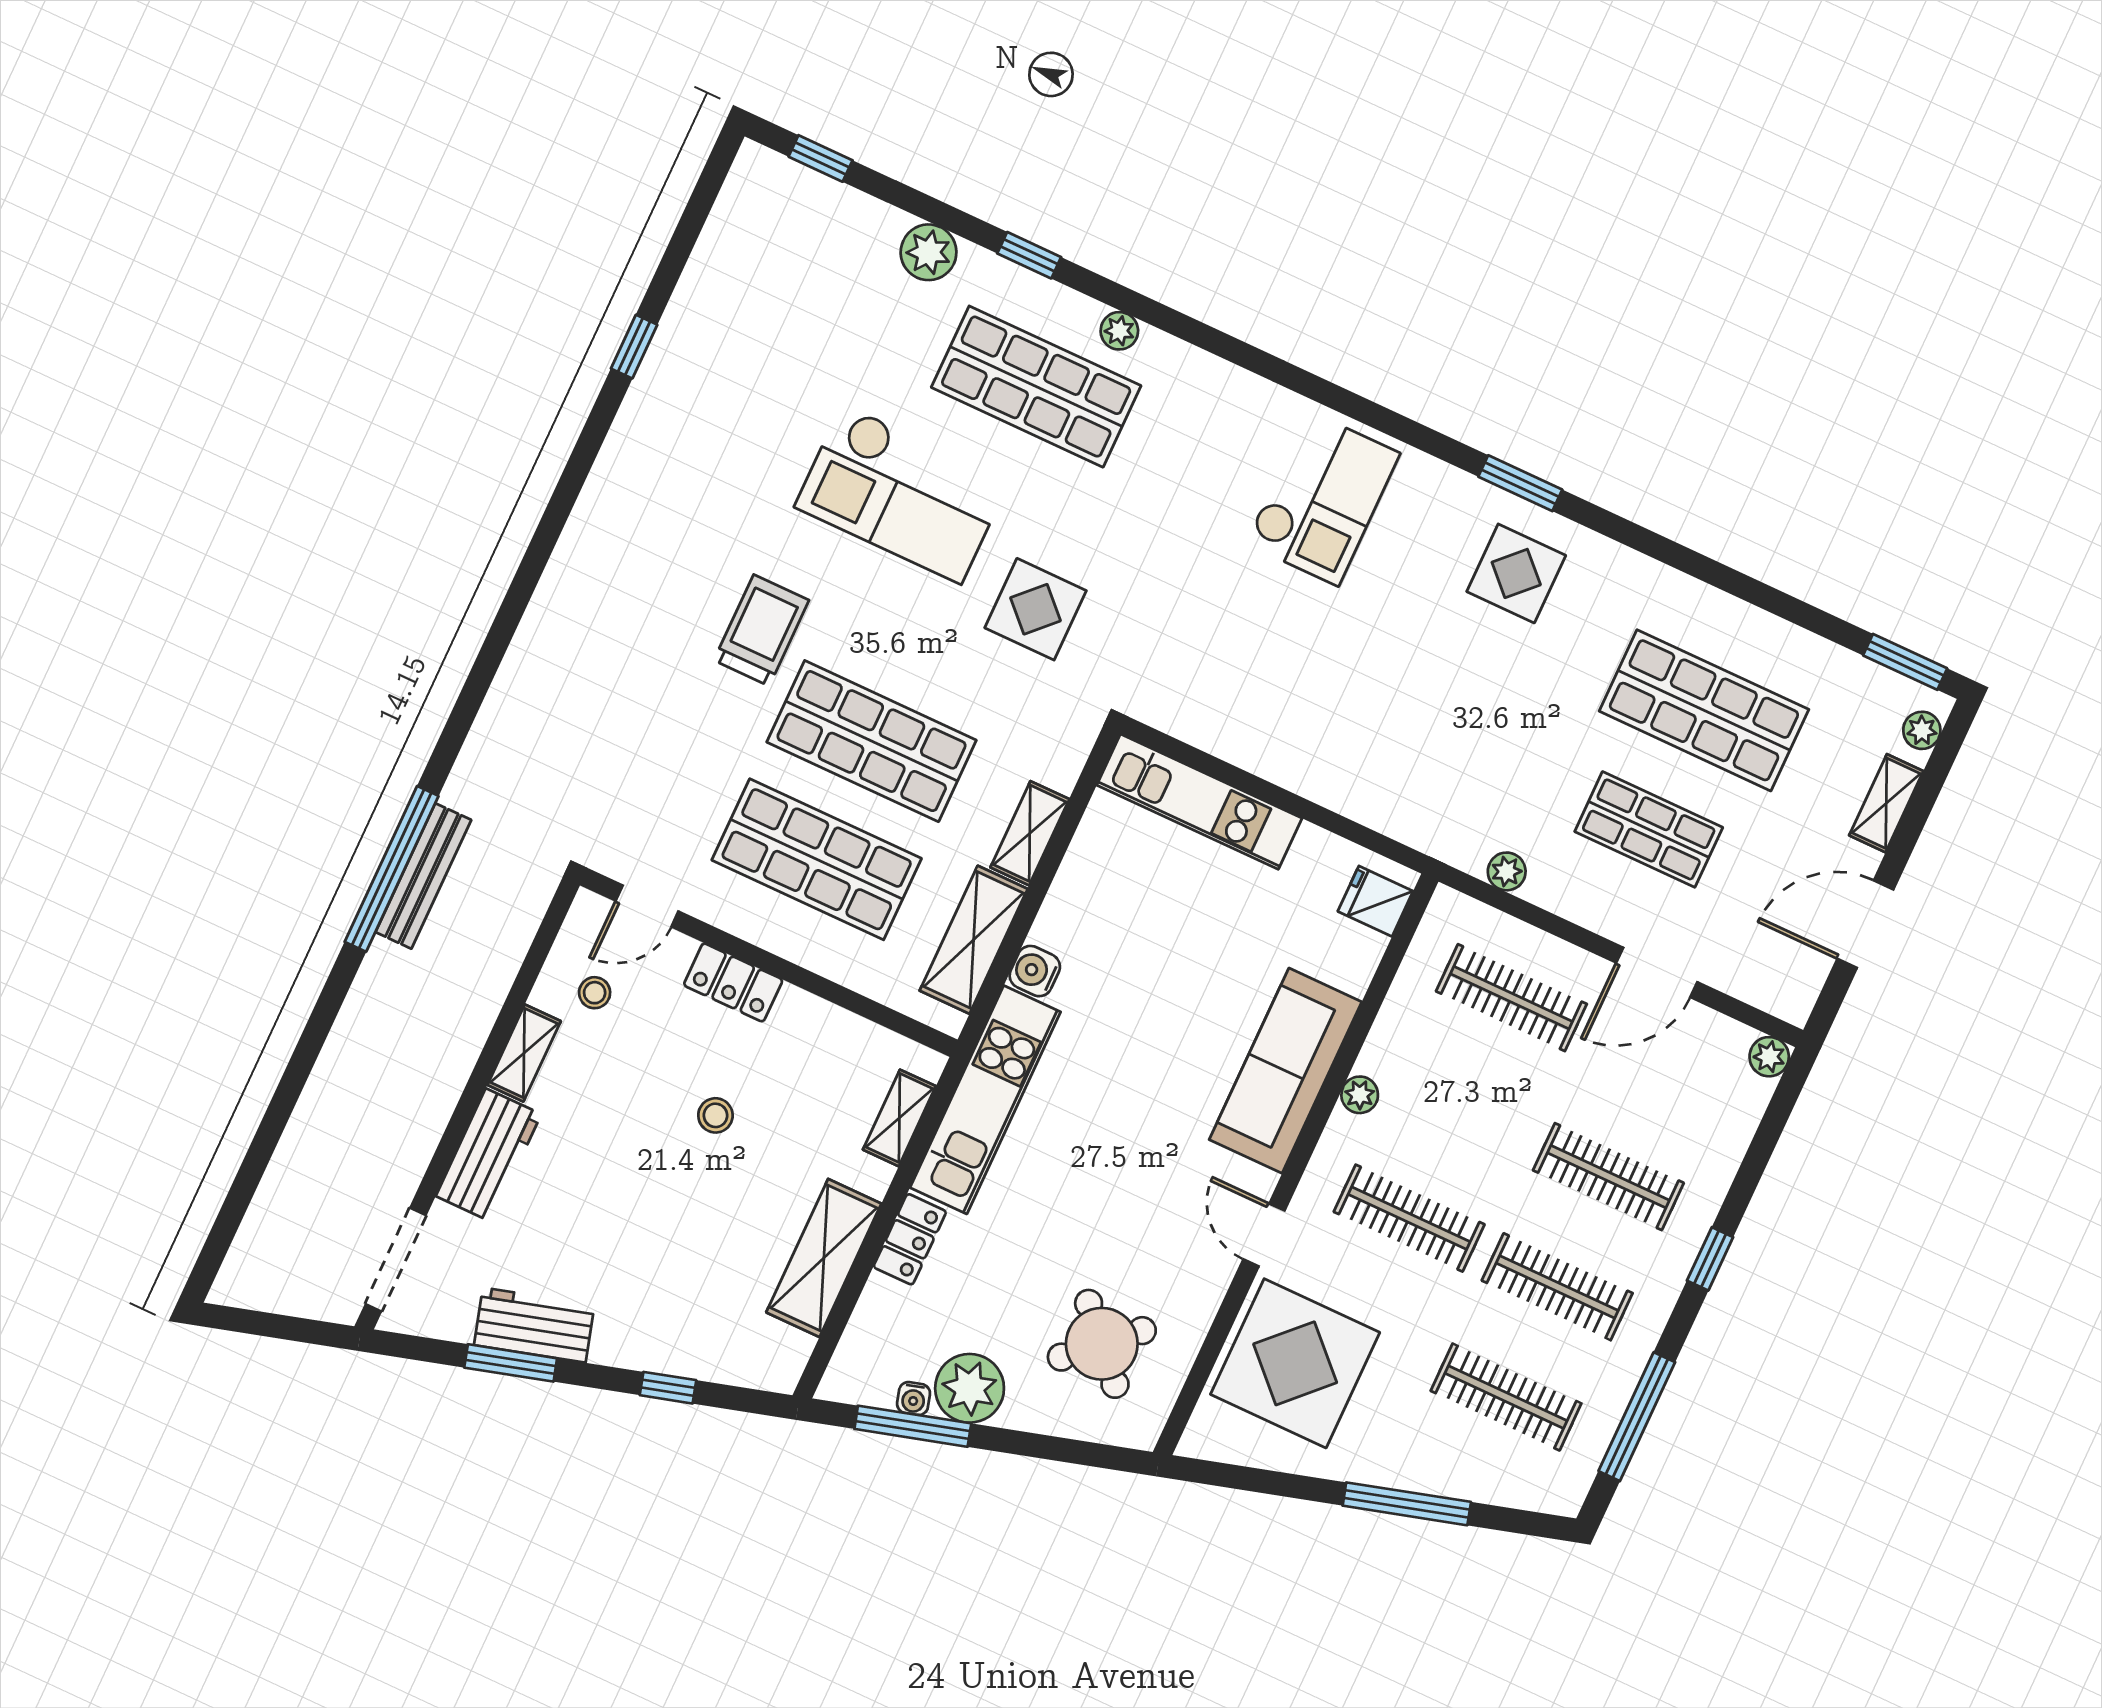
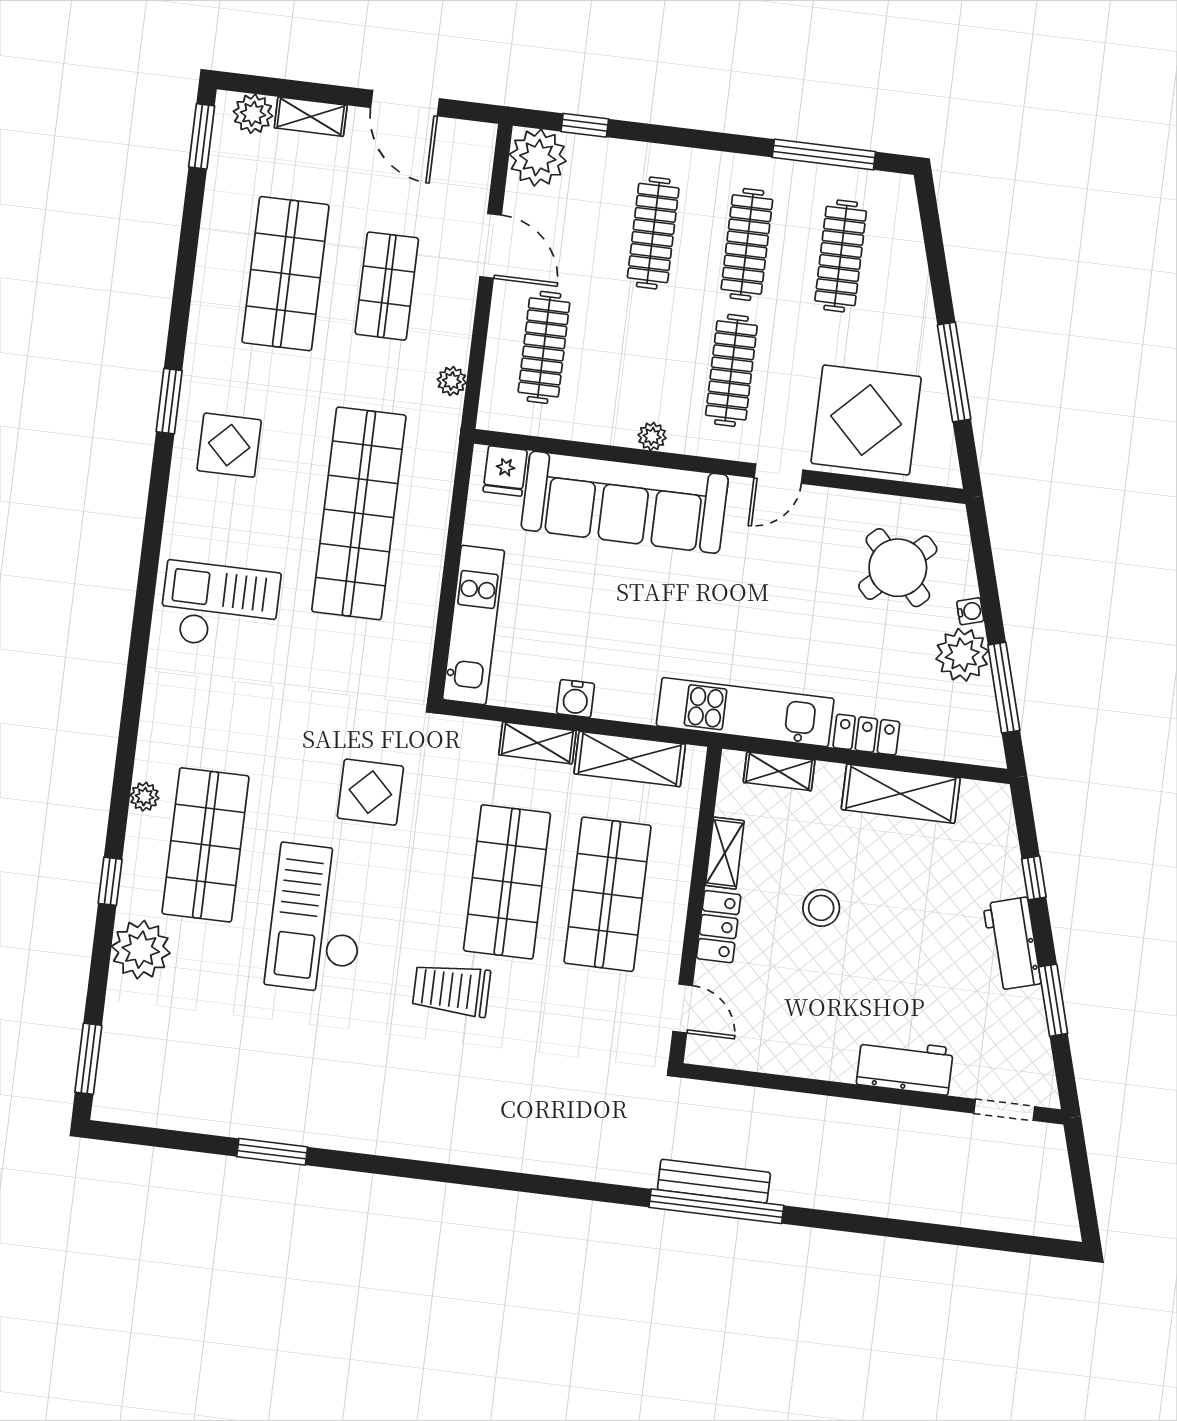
window: (821, 158) -> (88, 1059), width x1.50
plant: (929, 252) -> (141, 950), width x1.36, depth x1.36
window: (634, 347) -> (272, 1152), width x1.50
window: (1520, 483) -> (169, 401), moved
checkout: (902, 494) -> (317, 919), turned 180
shop shelf: (1381, 705) -> (359, 513), added
plant: (1922, 730) -> (253, 114), width x1.38, depth x1.38
water cooler: (1035, 971) -> (576, 699), moved
stool: (595, 993) -> (759, 1027), removed
shelving: (524, 1053) -> (725, 853), moved, turned 90
plant: (1769, 1057) -> (538, 158), width x1.88, depth x1.88
sofa: (1285, 1071) -> (625, 502), width x1.36, depth x1.27
stool: (715, 1115) -> (821, 908), width x1.37, depth x1.37
window: (1710, 1259) -> (585, 125), moved
doorway: (396, 1260) -> (1004, 1110), width x0.73
workbench: (534, 1325) -> (1012, 944), moved
water cooler: (914, 1399) -> (970, 611), moved
window: (1407, 1504) -> (954, 372), moved

